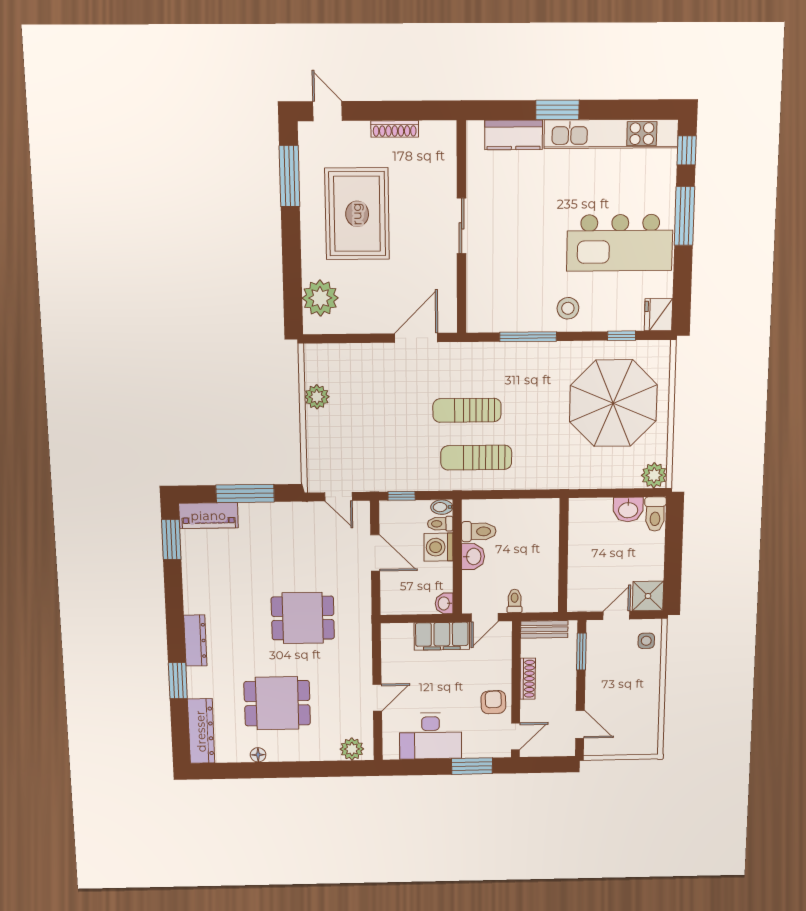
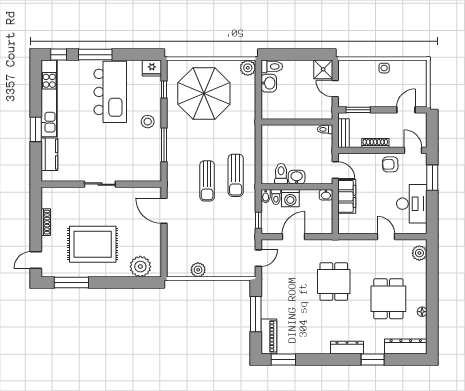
toilet: (515, 601) -> (325, 129), moved
side table: (646, 641) -> (384, 68), moved

